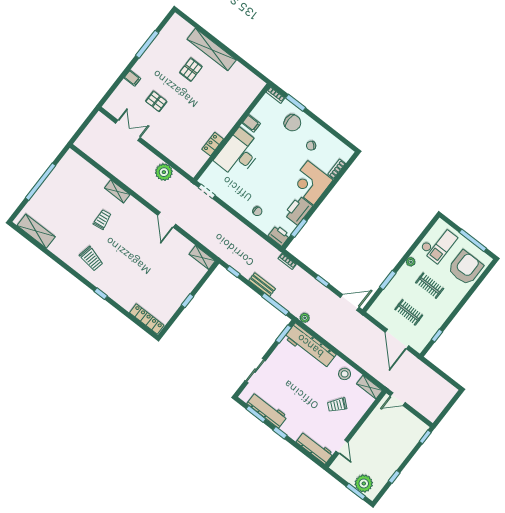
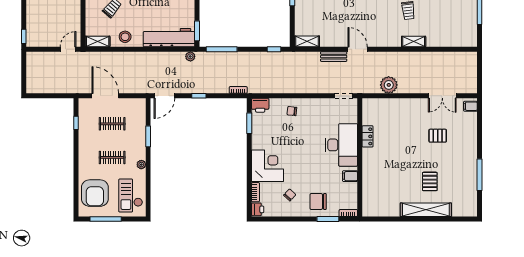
filing cabinet: (132, 78) -> (470, 106), moved
printer: (298, 210) -> (258, 209), moved, width x0.53, depth x0.68
bench: (262, 285) -> (334, 57), moved

